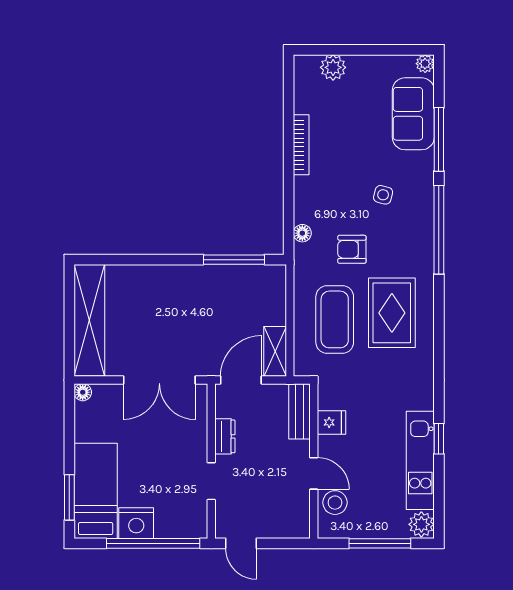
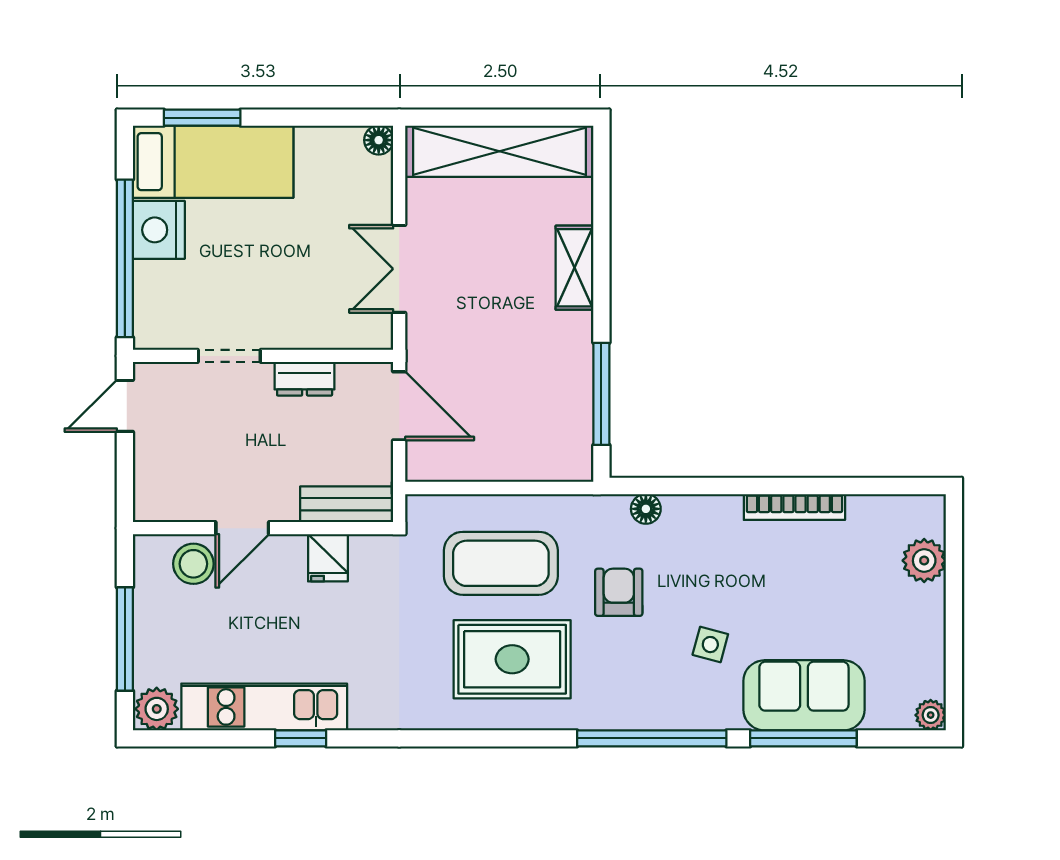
sofa: (413, 114) -> (804, 695), moved
shelving: (275, 351) -> (575, 268), moved, turned 90
double door: (159, 380) -> (399, 269), width x0.73

